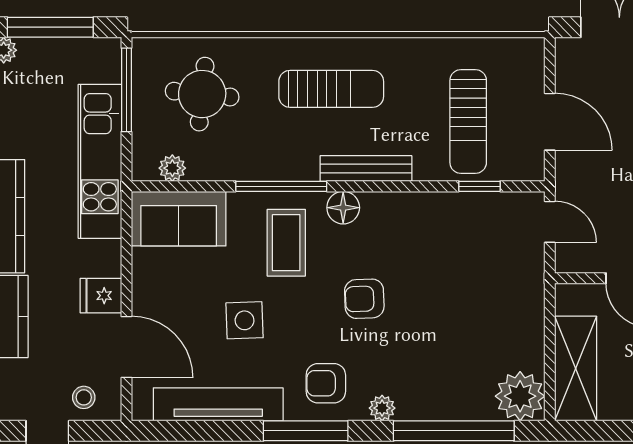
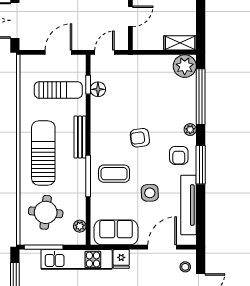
sun lounger: (331, 89) -> (43, 153), width x1.36, depth x1.34
floor lamp: (343, 208) -> (98, 89), moved
sofa: (179, 219) -> (116, 232), moved, turned -90
fridge: (101, 296) -> (121, 259), moved
armchair: (364, 299) -> (140, 138), turned 84
shelving: (576, 369) -> (180, 43), width x0.67, depth x0.75

